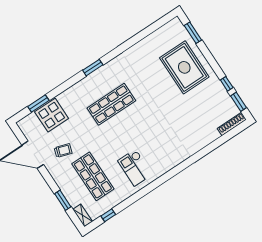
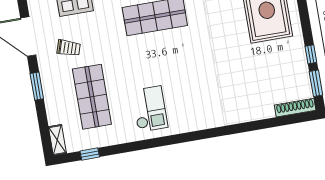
checkout: (135, 168) -> (150, 109), turned 180
window: (63, 200) -> (37, 86), moved

